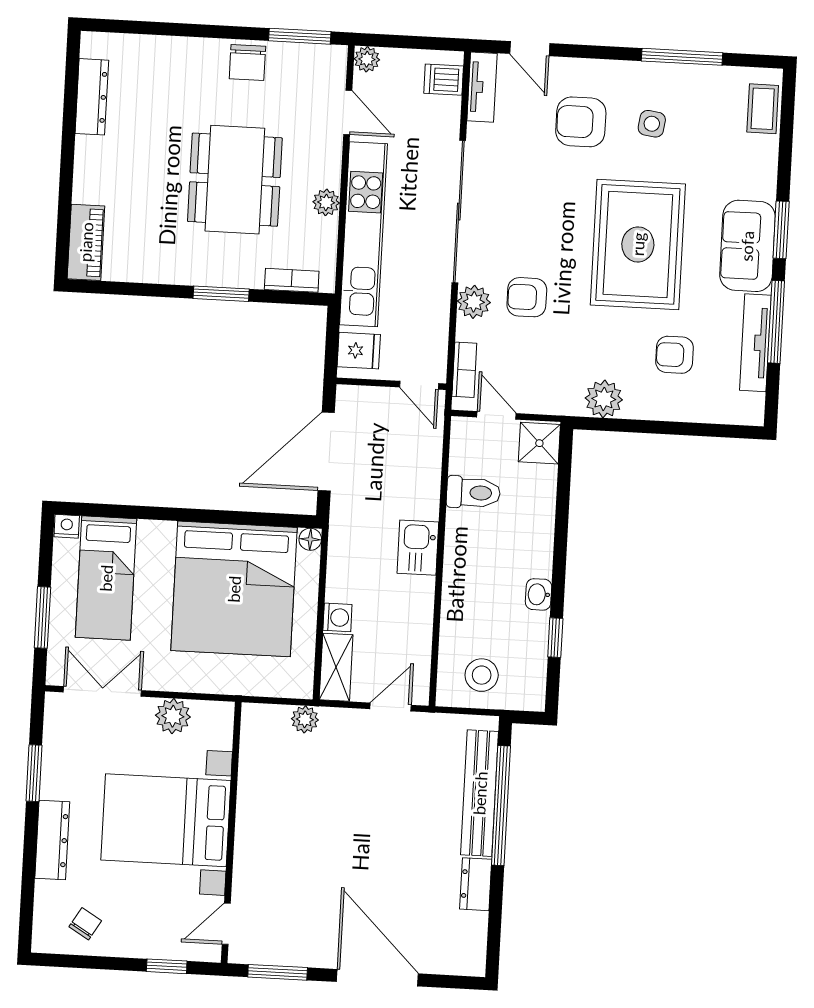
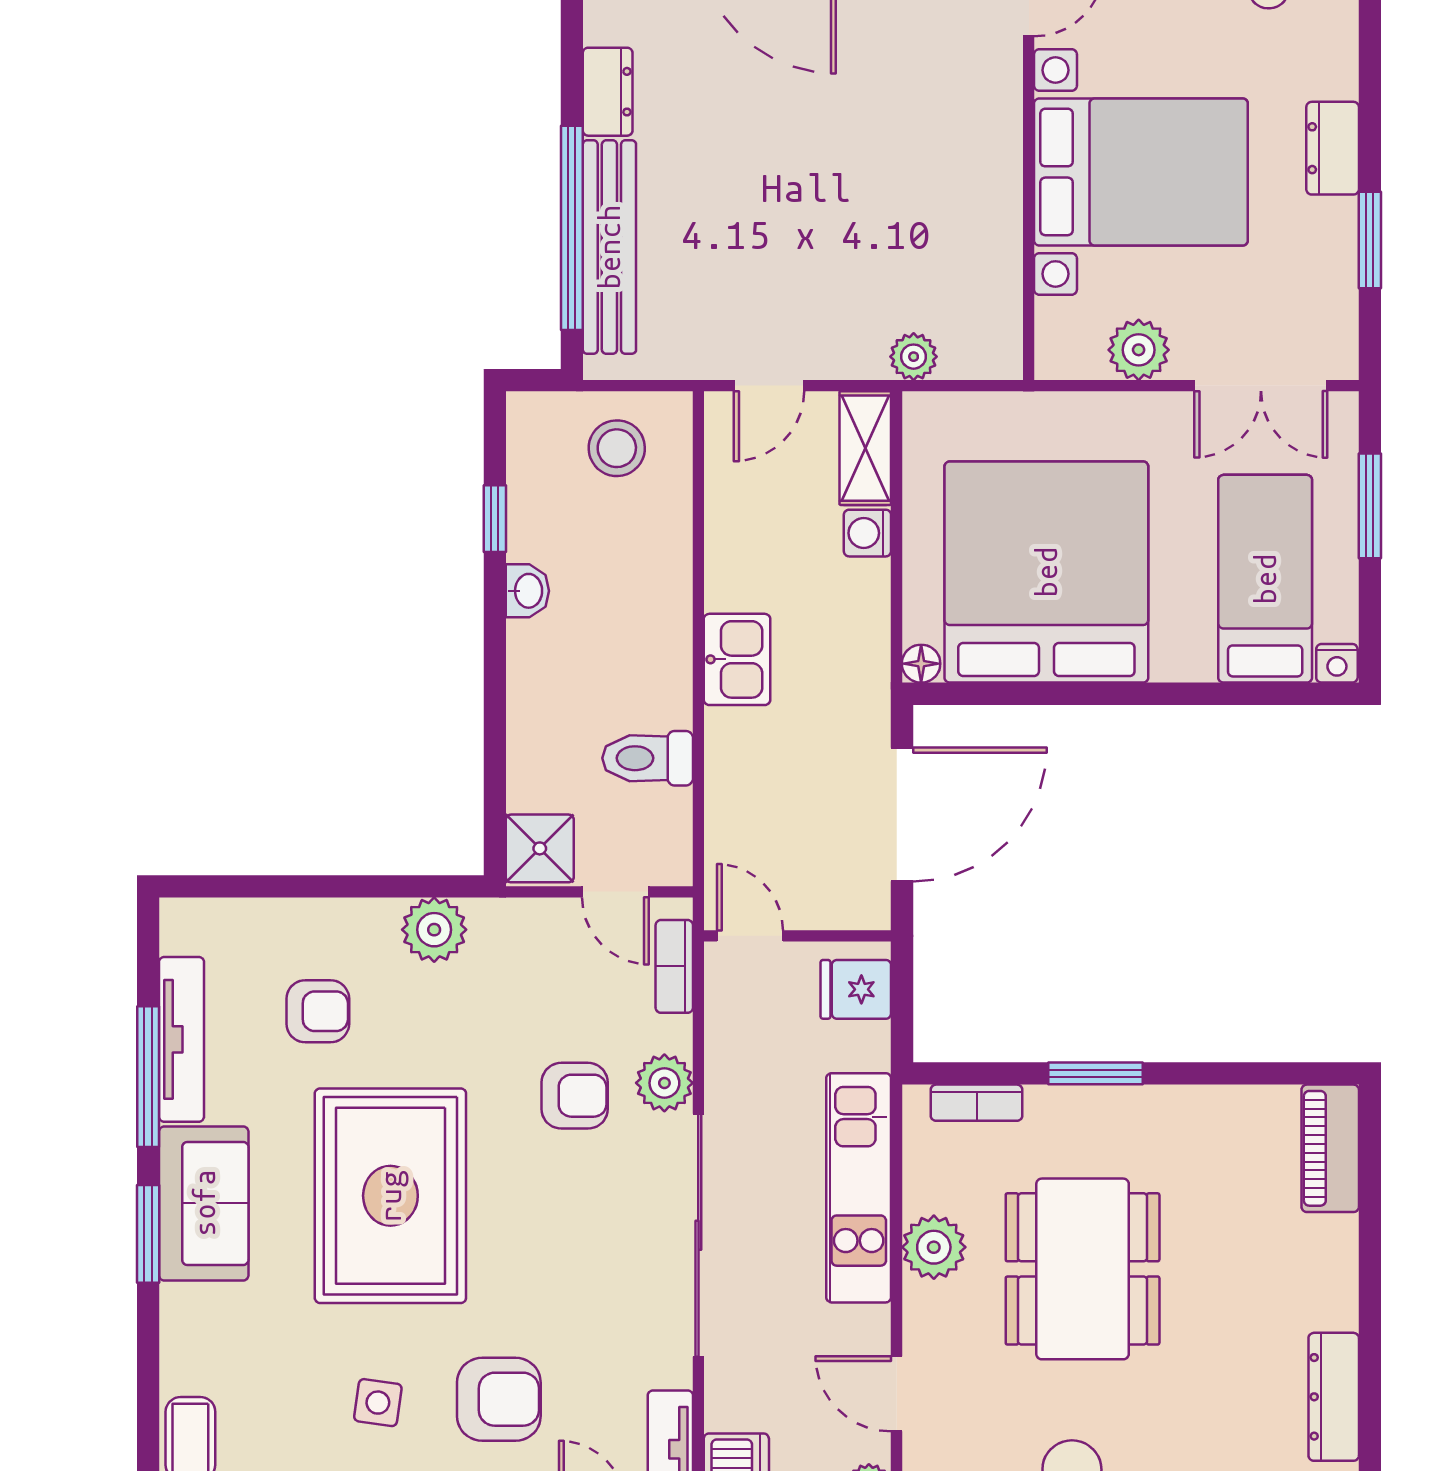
plant: (326, 202) -> (934, 1247), width x1.38, depth x1.38
kitchen unit: (363, 234) -> (859, 1188), width x0.73
dresser: (52, 840) -> (1333, 148), width x0.70

